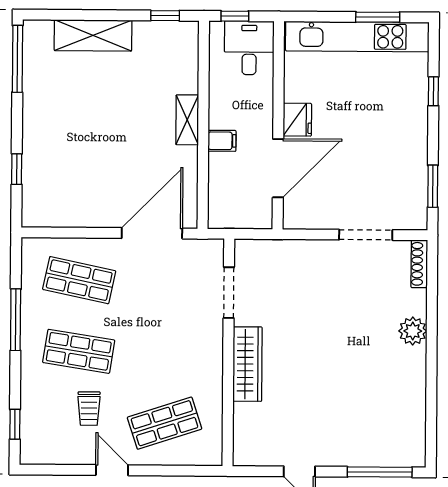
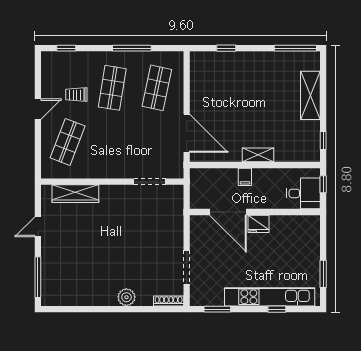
kitchen unit: (357, 37) -> (270, 297), moved, turned 90
wardrobe: (247, 364) -> (75, 194), moved
shop shelf: (165, 423) -> (68, 142), turned 39

